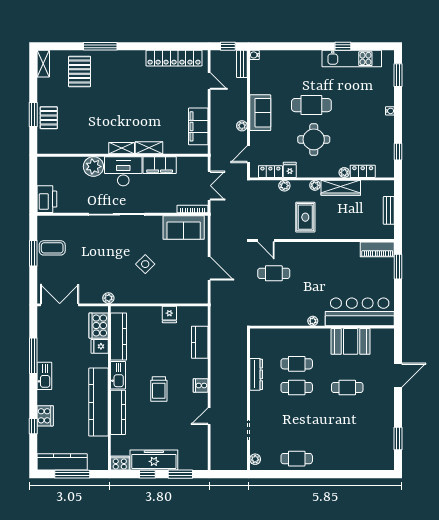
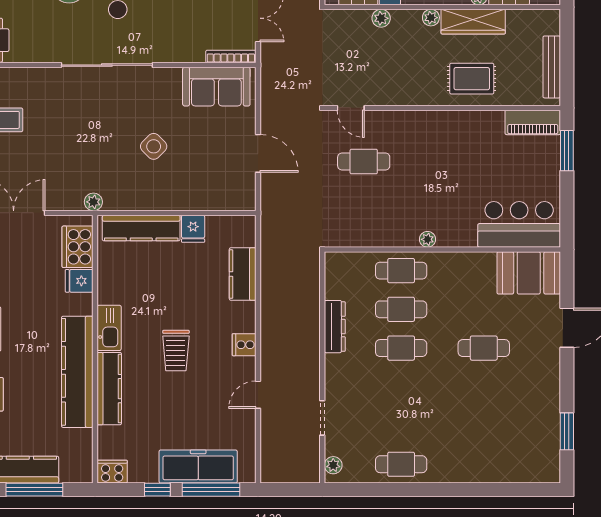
bench: (389, 210) -> (552, 67), width x1.36
rug: (305, 217) -> (472, 79), moved, turned 90
bar counter: (360, 312) -> (519, 224), width x0.73
kitchen counter: (119, 337) -> (141, 228), moved, turned 90
cafe table: (297, 340) -> (401, 271), added
booth: (351, 341) -> (529, 273), moved
freezer: (154, 460) -> (198, 467), moved
window: (180, 474) -> (211, 490), width x1.44

